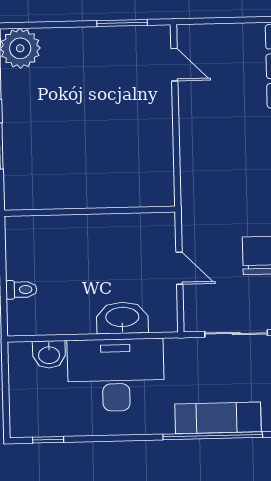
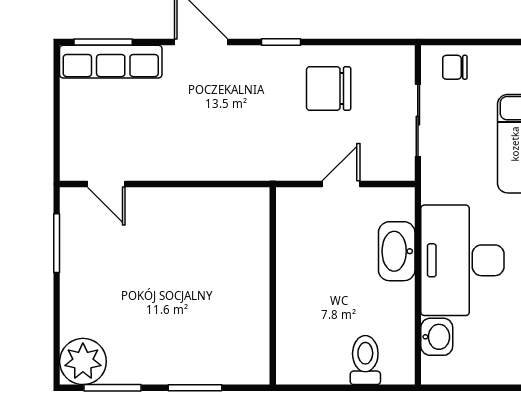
door: (174, 65) -> (106, 184), swing flipped
toilet: (21, 290) -> (365, 360), width x1.37, depth x1.39

